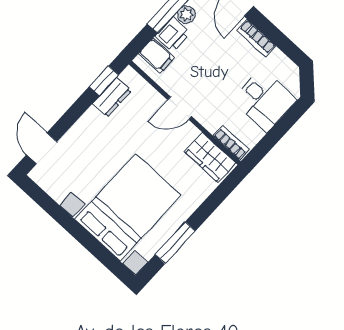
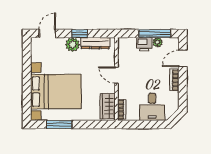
filing cabinet: (157, 56) -> (129, 46), removed
window: (104, 81) -> (80, 33), moved
dresser: (112, 97) -> (95, 43), width x1.44
plant: (87, 129) -> (73, 44), added

